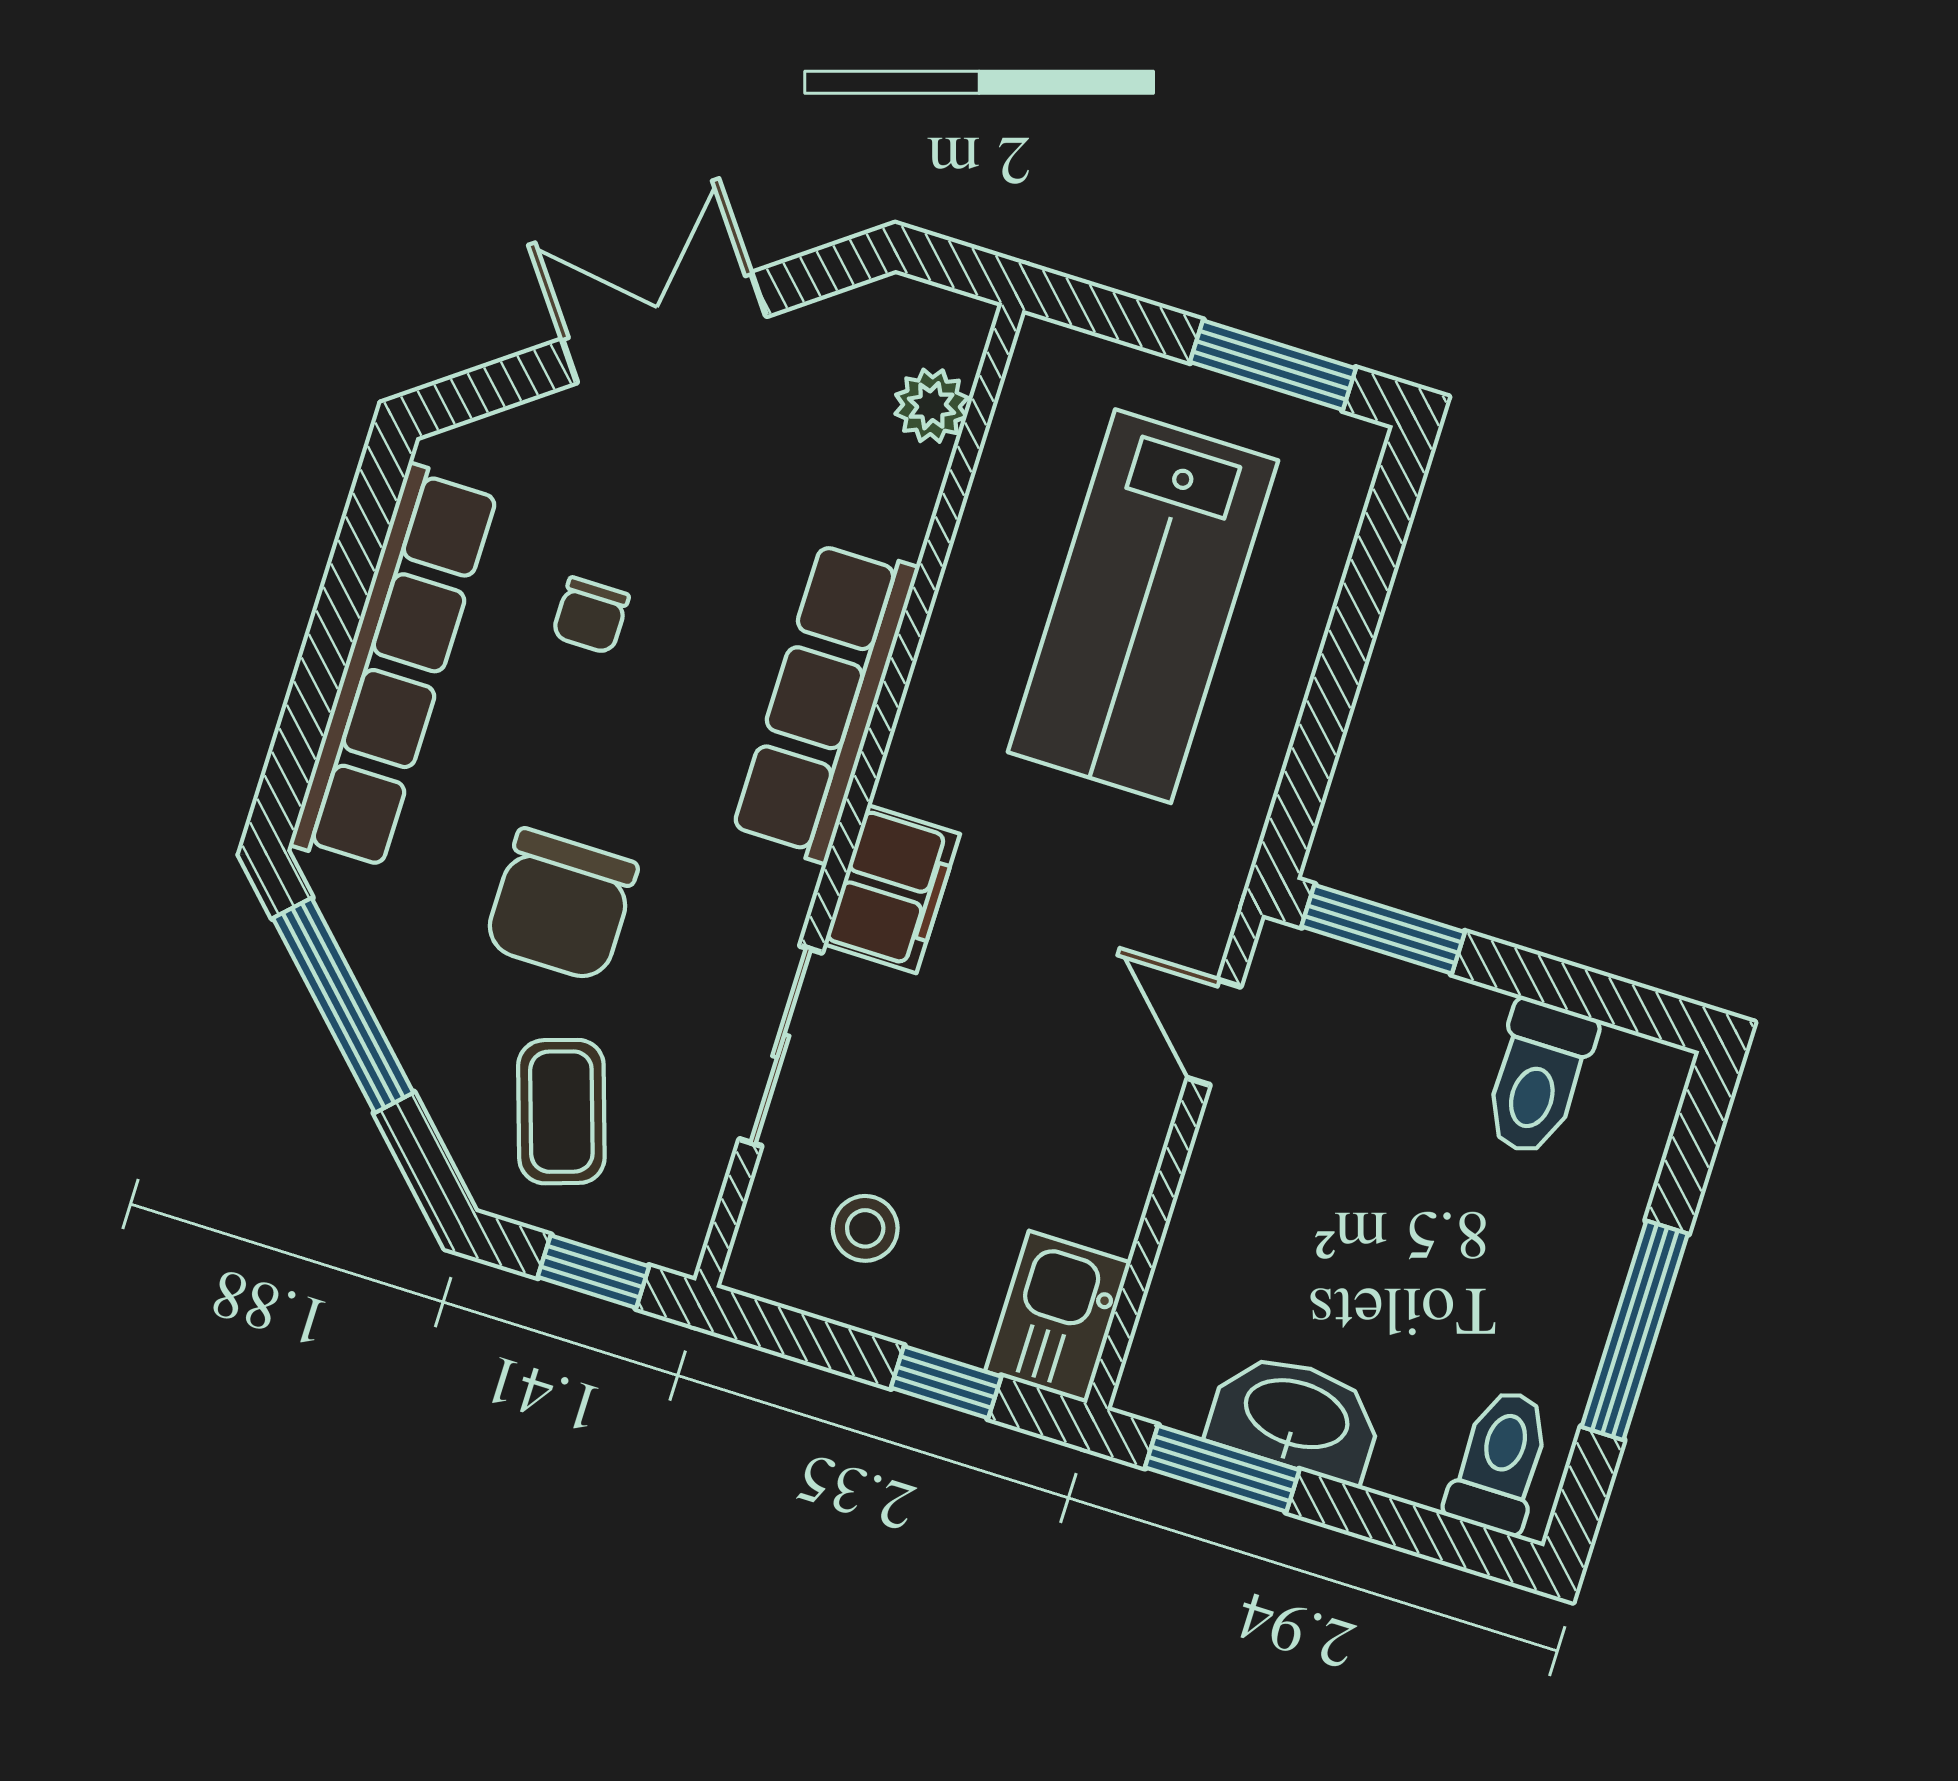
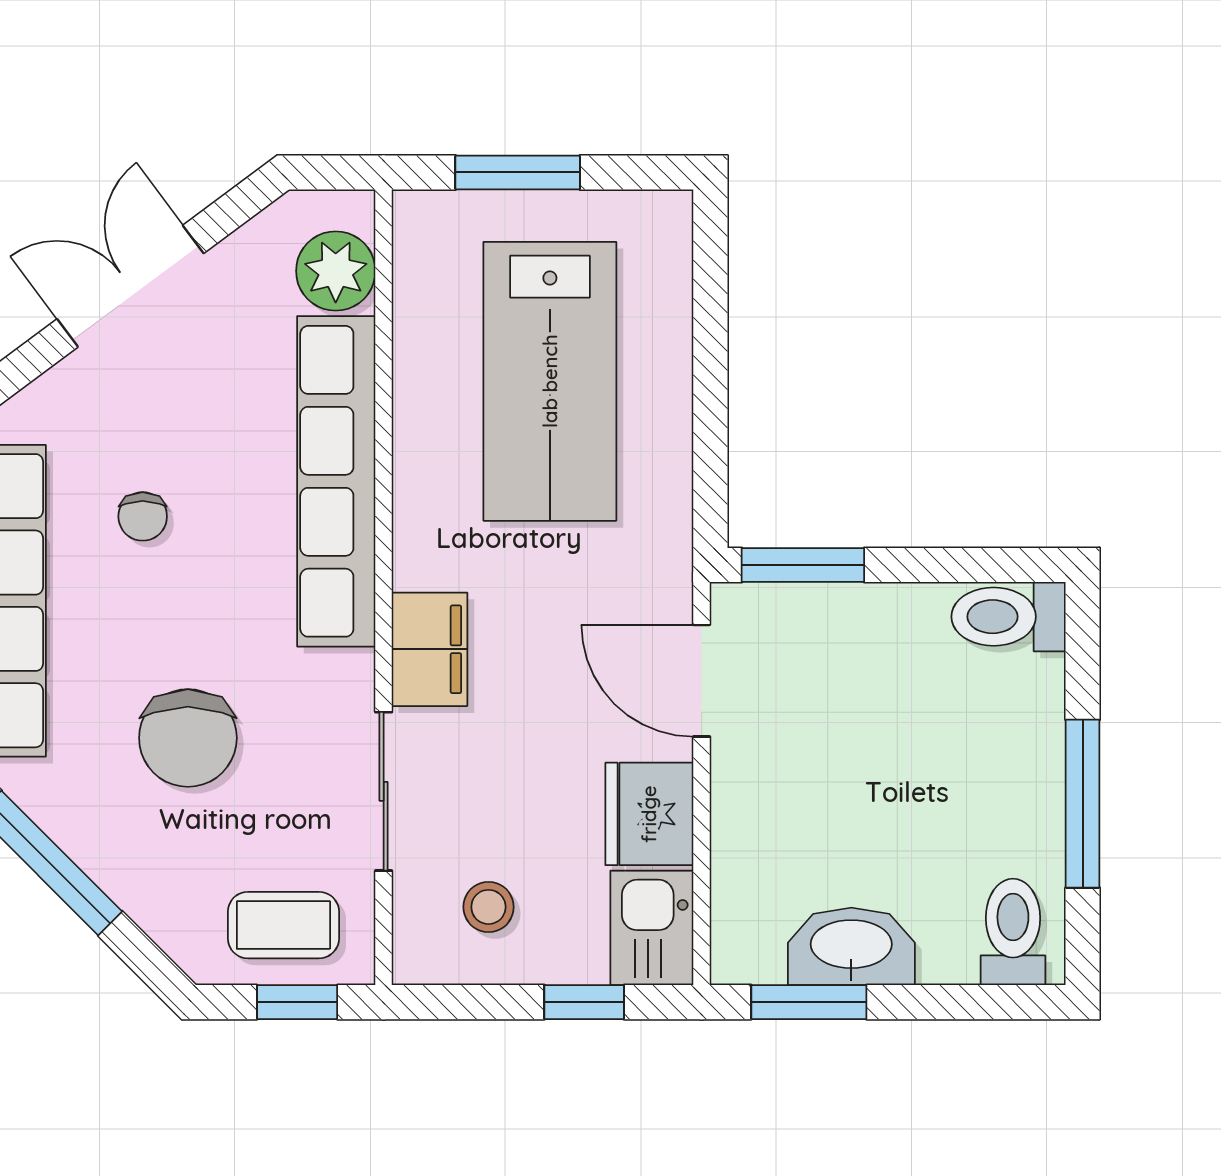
window: (1273, 365) -> (518, 172), moved
plant: (931, 406) -> (336, 271), width x1.38, depth x1.38
row of seats: (825, 701) -> (336, 481), width x1.36
door: (1214, 1032) -> (702, 681), width x1.38
toilet: (1538, 1078) -> (1008, 617), moved, turned 90
coffee table: (561, 1112) -> (283, 925), moved, turned -72
fridge: (1099, 1176) -> (649, 814), added

